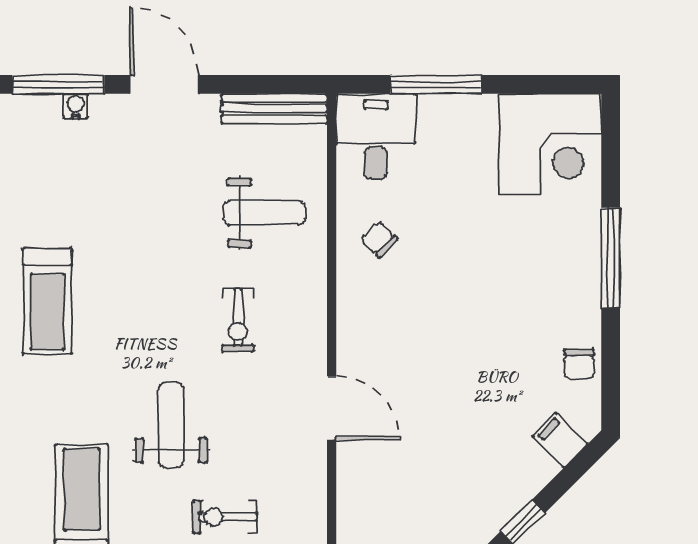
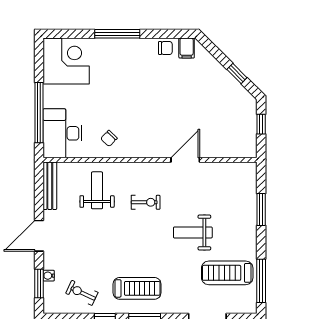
window: (58, 84) -> (39, 283), width x0.69
window: (436, 84) -> (39, 113), width x1.46
desk: (376, 136) -> (62, 133), width x1.37
filing cabinet: (560, 440) -> (187, 48), moved, turned -45
exercise bike: (225, 517) -> (82, 293), moved, turned 115

